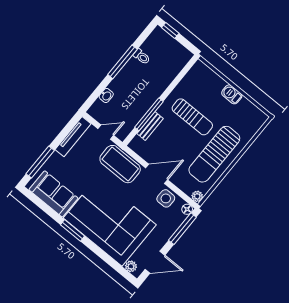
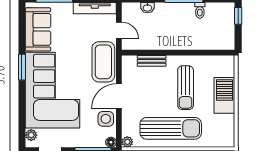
barbecue: (232, 94) -> (224, 95), width x1.88, depth x1.53
window: (149, 114) -> (160, 53), removed
sun lounger: (214, 154) -> (171, 128), turned 180
door: (157, 174) -> (119, 96), swing flipped

